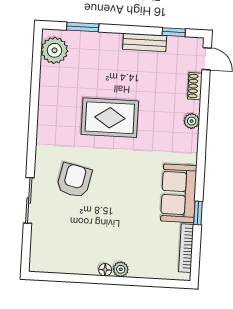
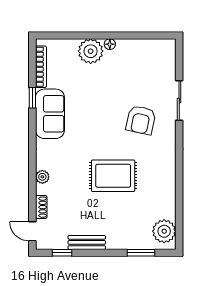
plant: (121, 269) -> (91, 51), width x1.87, depth x1.87

